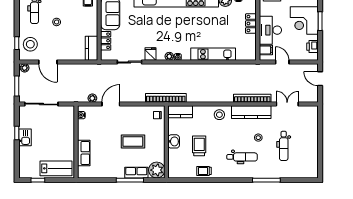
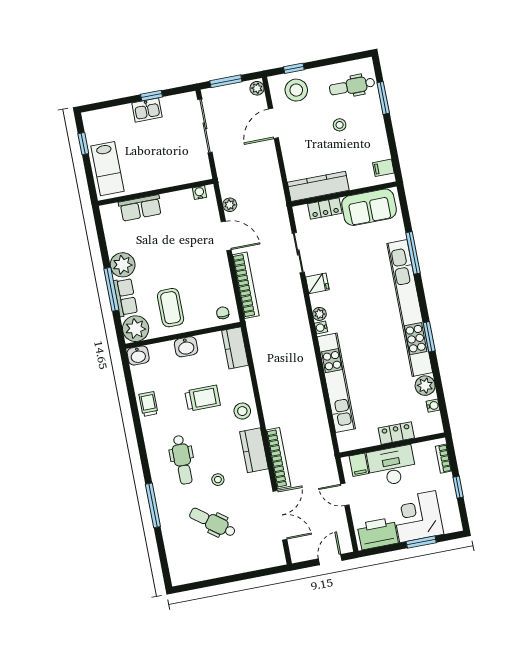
printer: (312, 47) -> (378, 533), width x1.87, depth x1.48
kitchen counter: (91, 48) -> (318, 186), width x1.50
kitchen unit: (213, 54) -> (336, 383), width x1.36
door: (282, 62) -> (345, 494), swing flipped
bookcase: (166, 98) -> (246, 285), moved
double door: (287, 104) -> (280, 515), width x1.37
kitchen counter: (251, 112) -> (254, 450), width x0.67
coffee table: (133, 141) -> (171, 308), moved
trolley: (199, 146) -> (203, 398), moved
dental chair: (284, 146) -> (213, 522), turned 37
plant: (116, 170) -> (123, 265), added
washbasin: (173, 172) -> (138, 355), added

